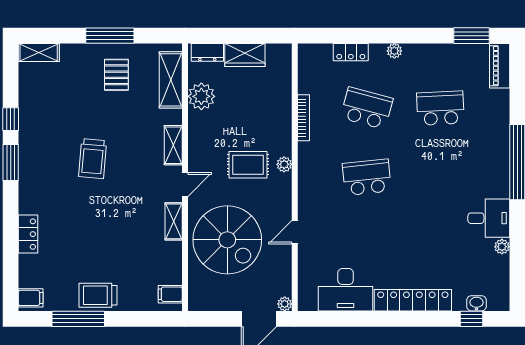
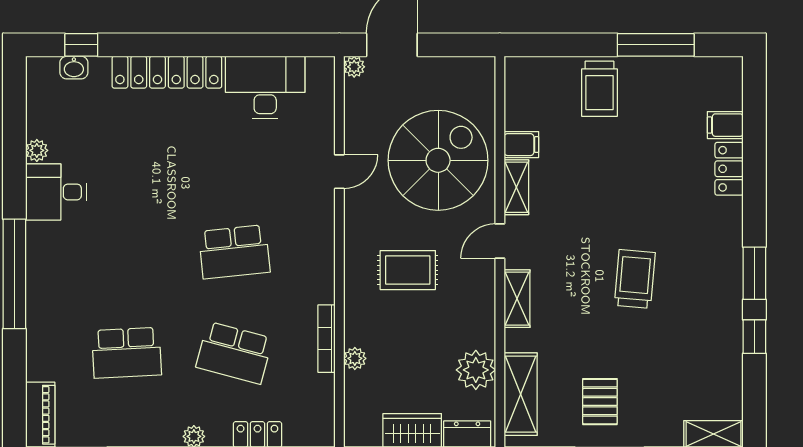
plant: (284, 164) -> (355, 358), moved
spiral stairs: (227, 240) -> (438, 160), turned 90
filing cabinet: (170, 294) -> (521, 145), moved
trolley: (98, 295) -> (600, 89), moved, turned 90
filing cabinet: (31, 298) -> (725, 125), moved

